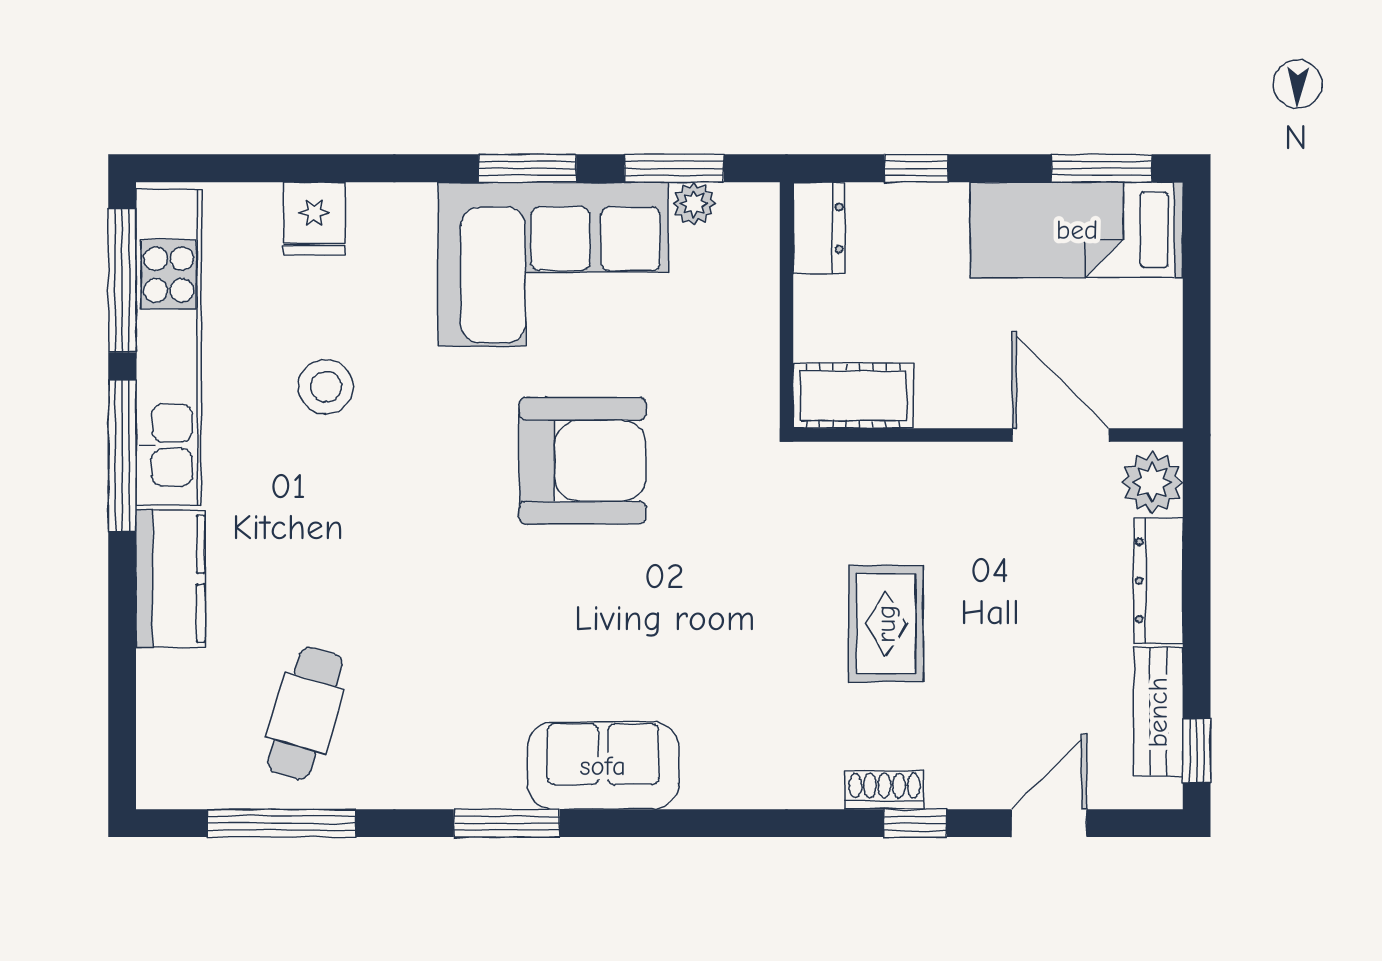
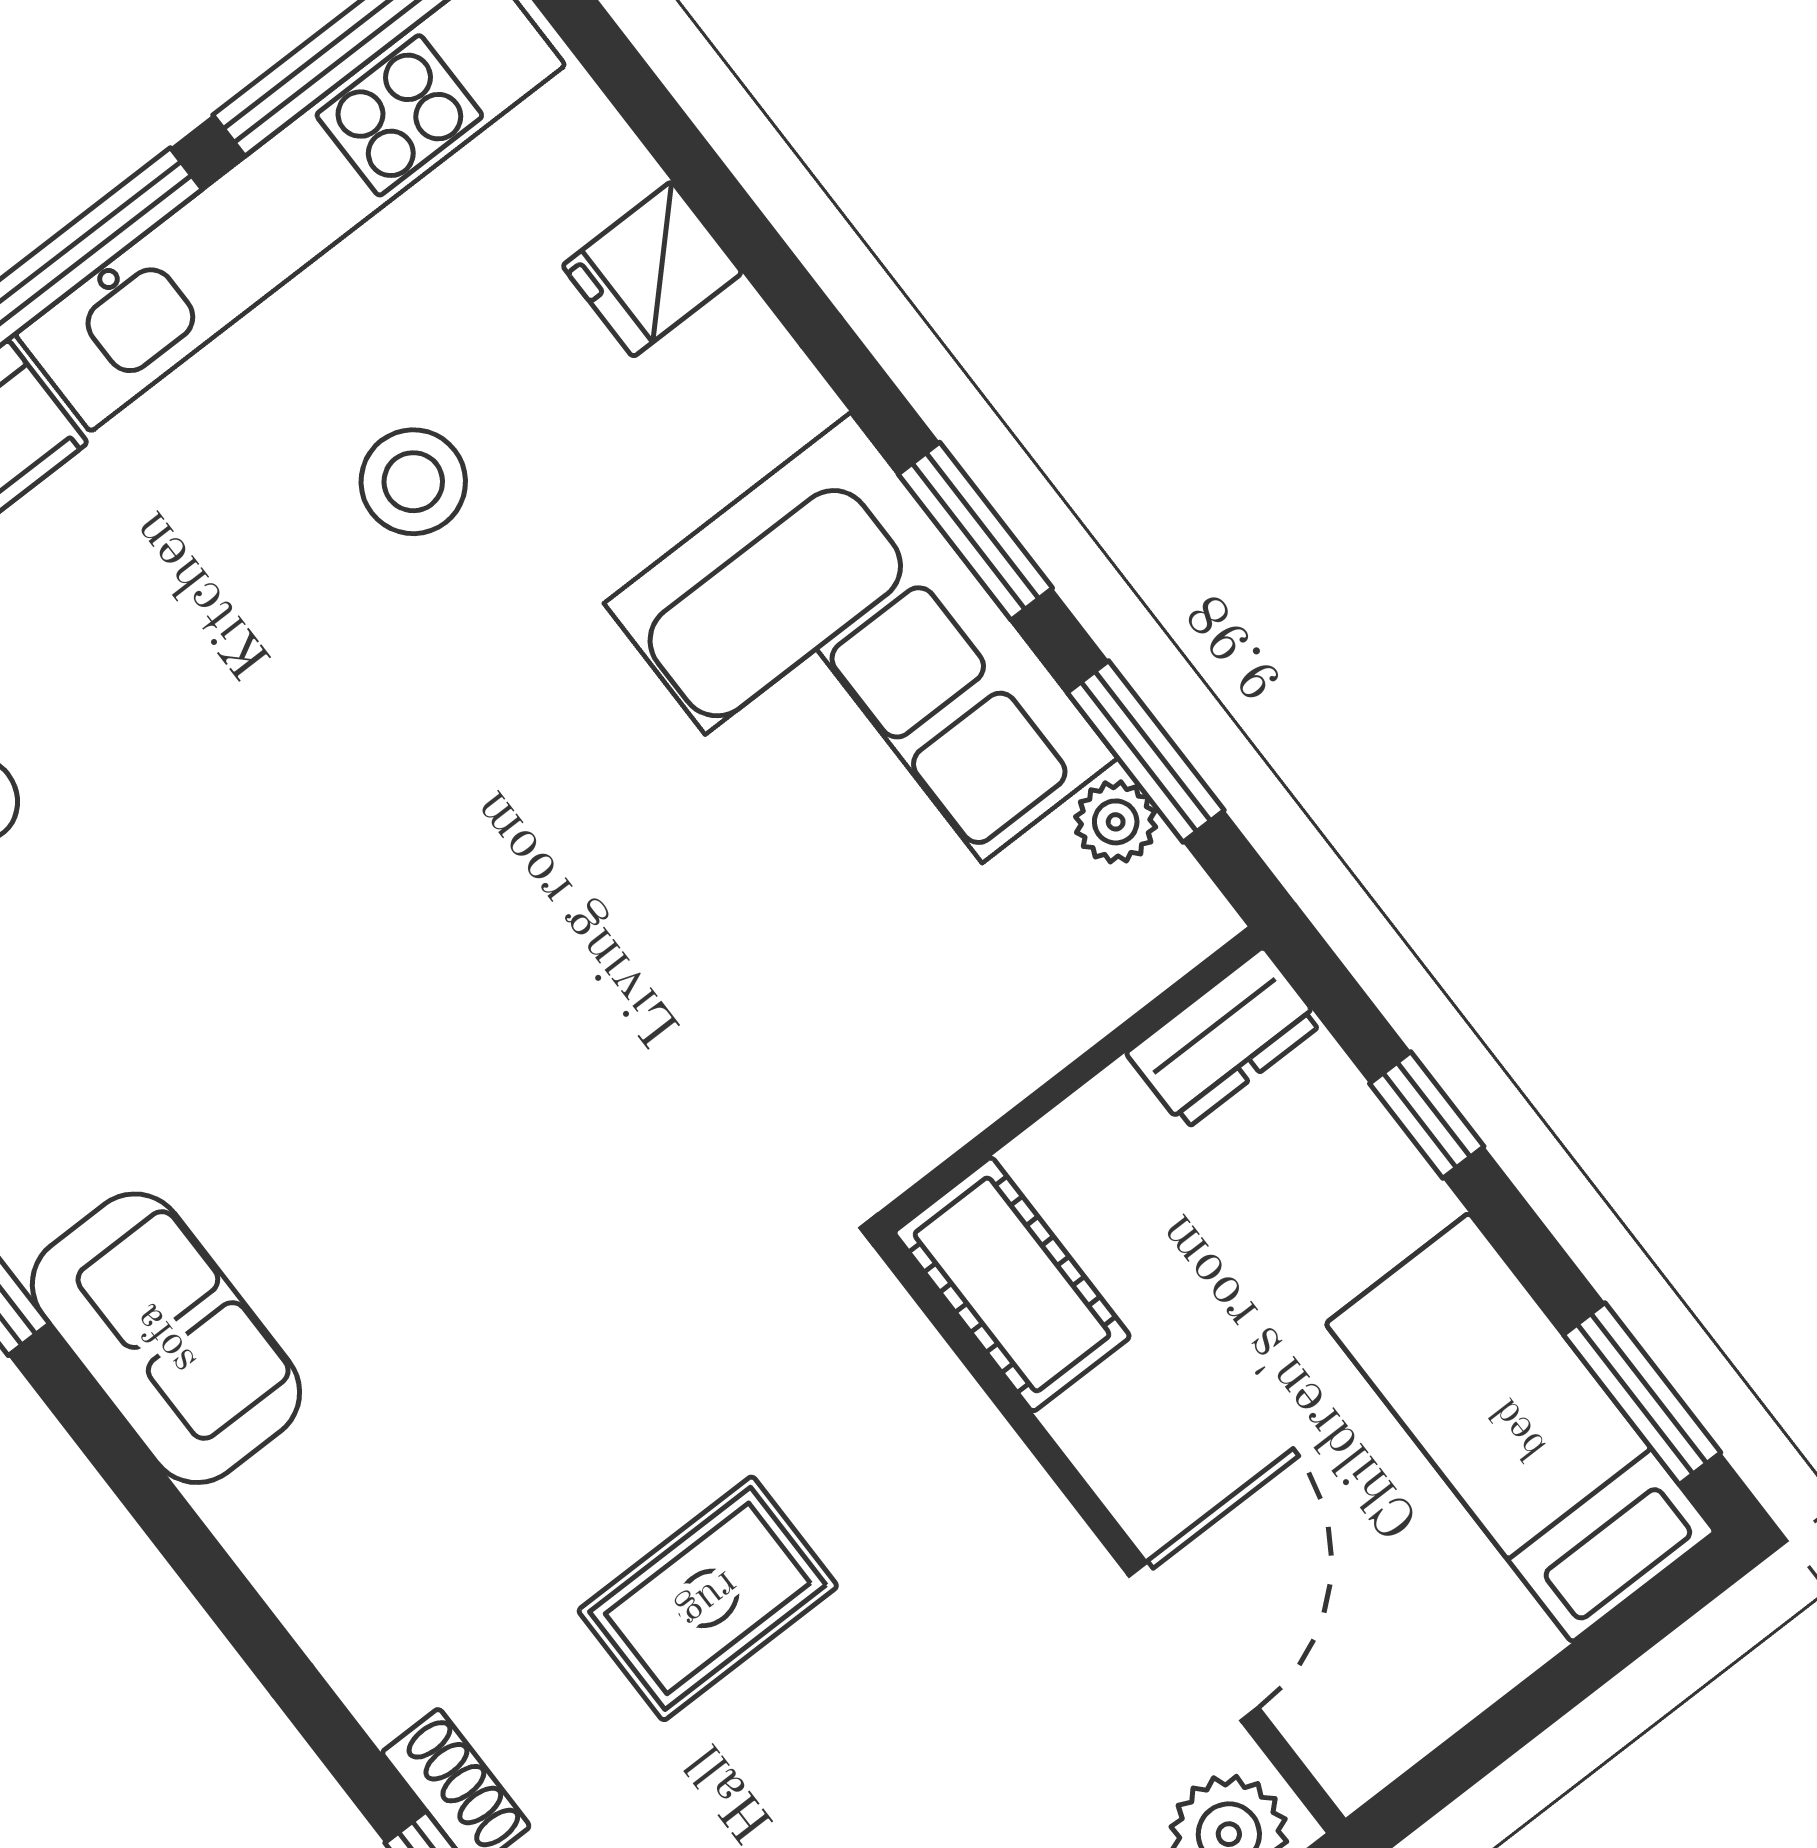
armchair: (583, 461) -> (600, 954), removed

